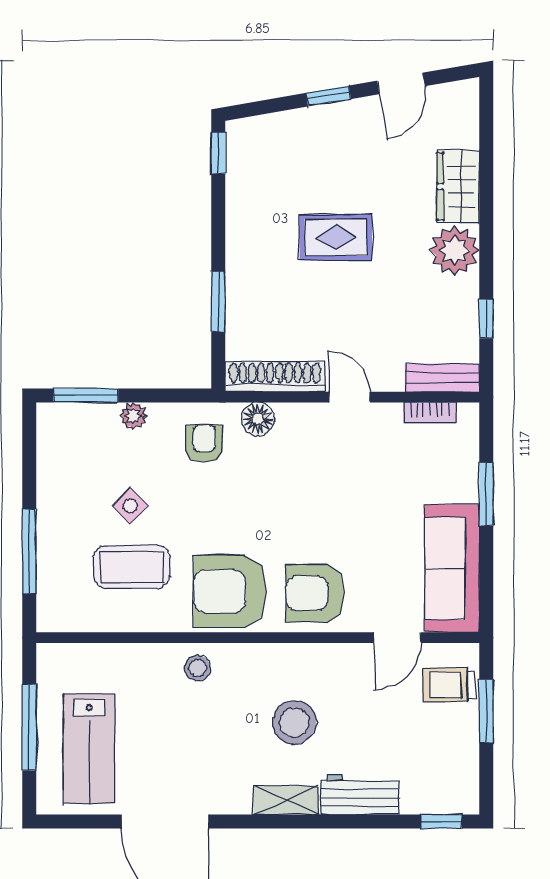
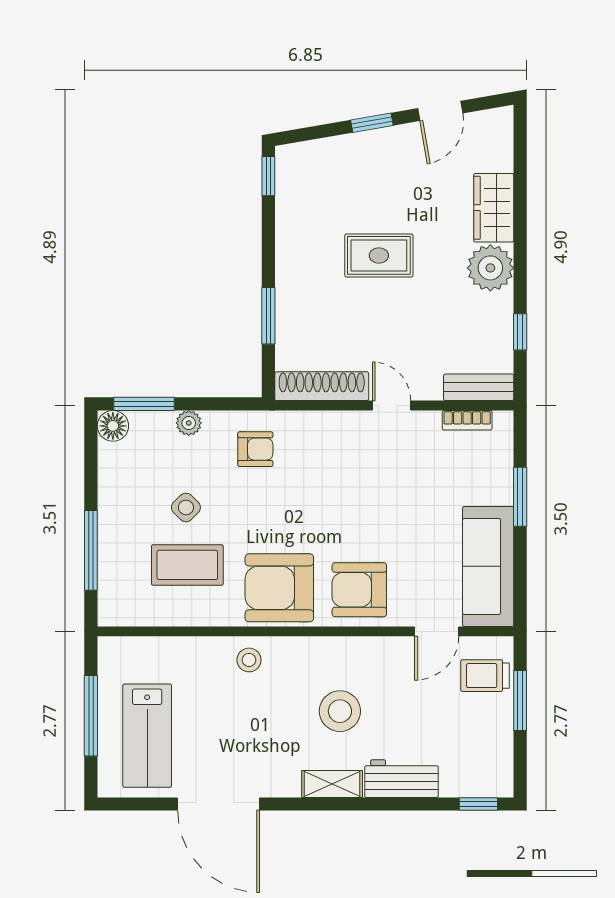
floor lamp: (258, 419) -> (113, 426), moved
armchair: (204, 444) -> (255, 449), turned 90

